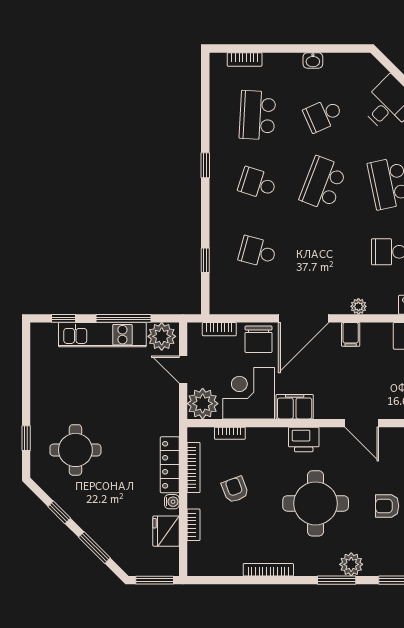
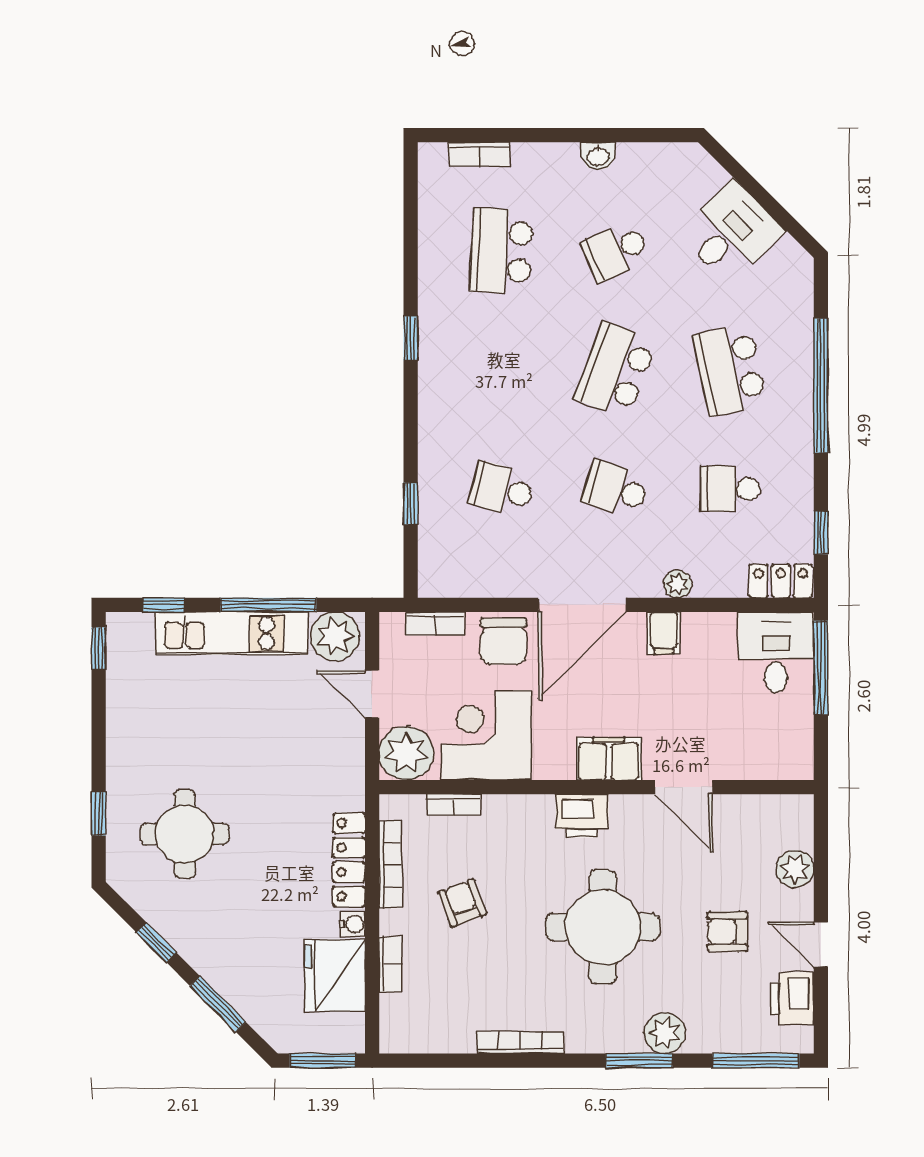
school desk: (257, 183) -> (616, 489), moved
window: (26, 343) -> (99, 648), added
filing cabinet: (295, 407) -> (609, 759), moved
fridge: (166, 531) -> (335, 975), width x1.36, depth x1.34

